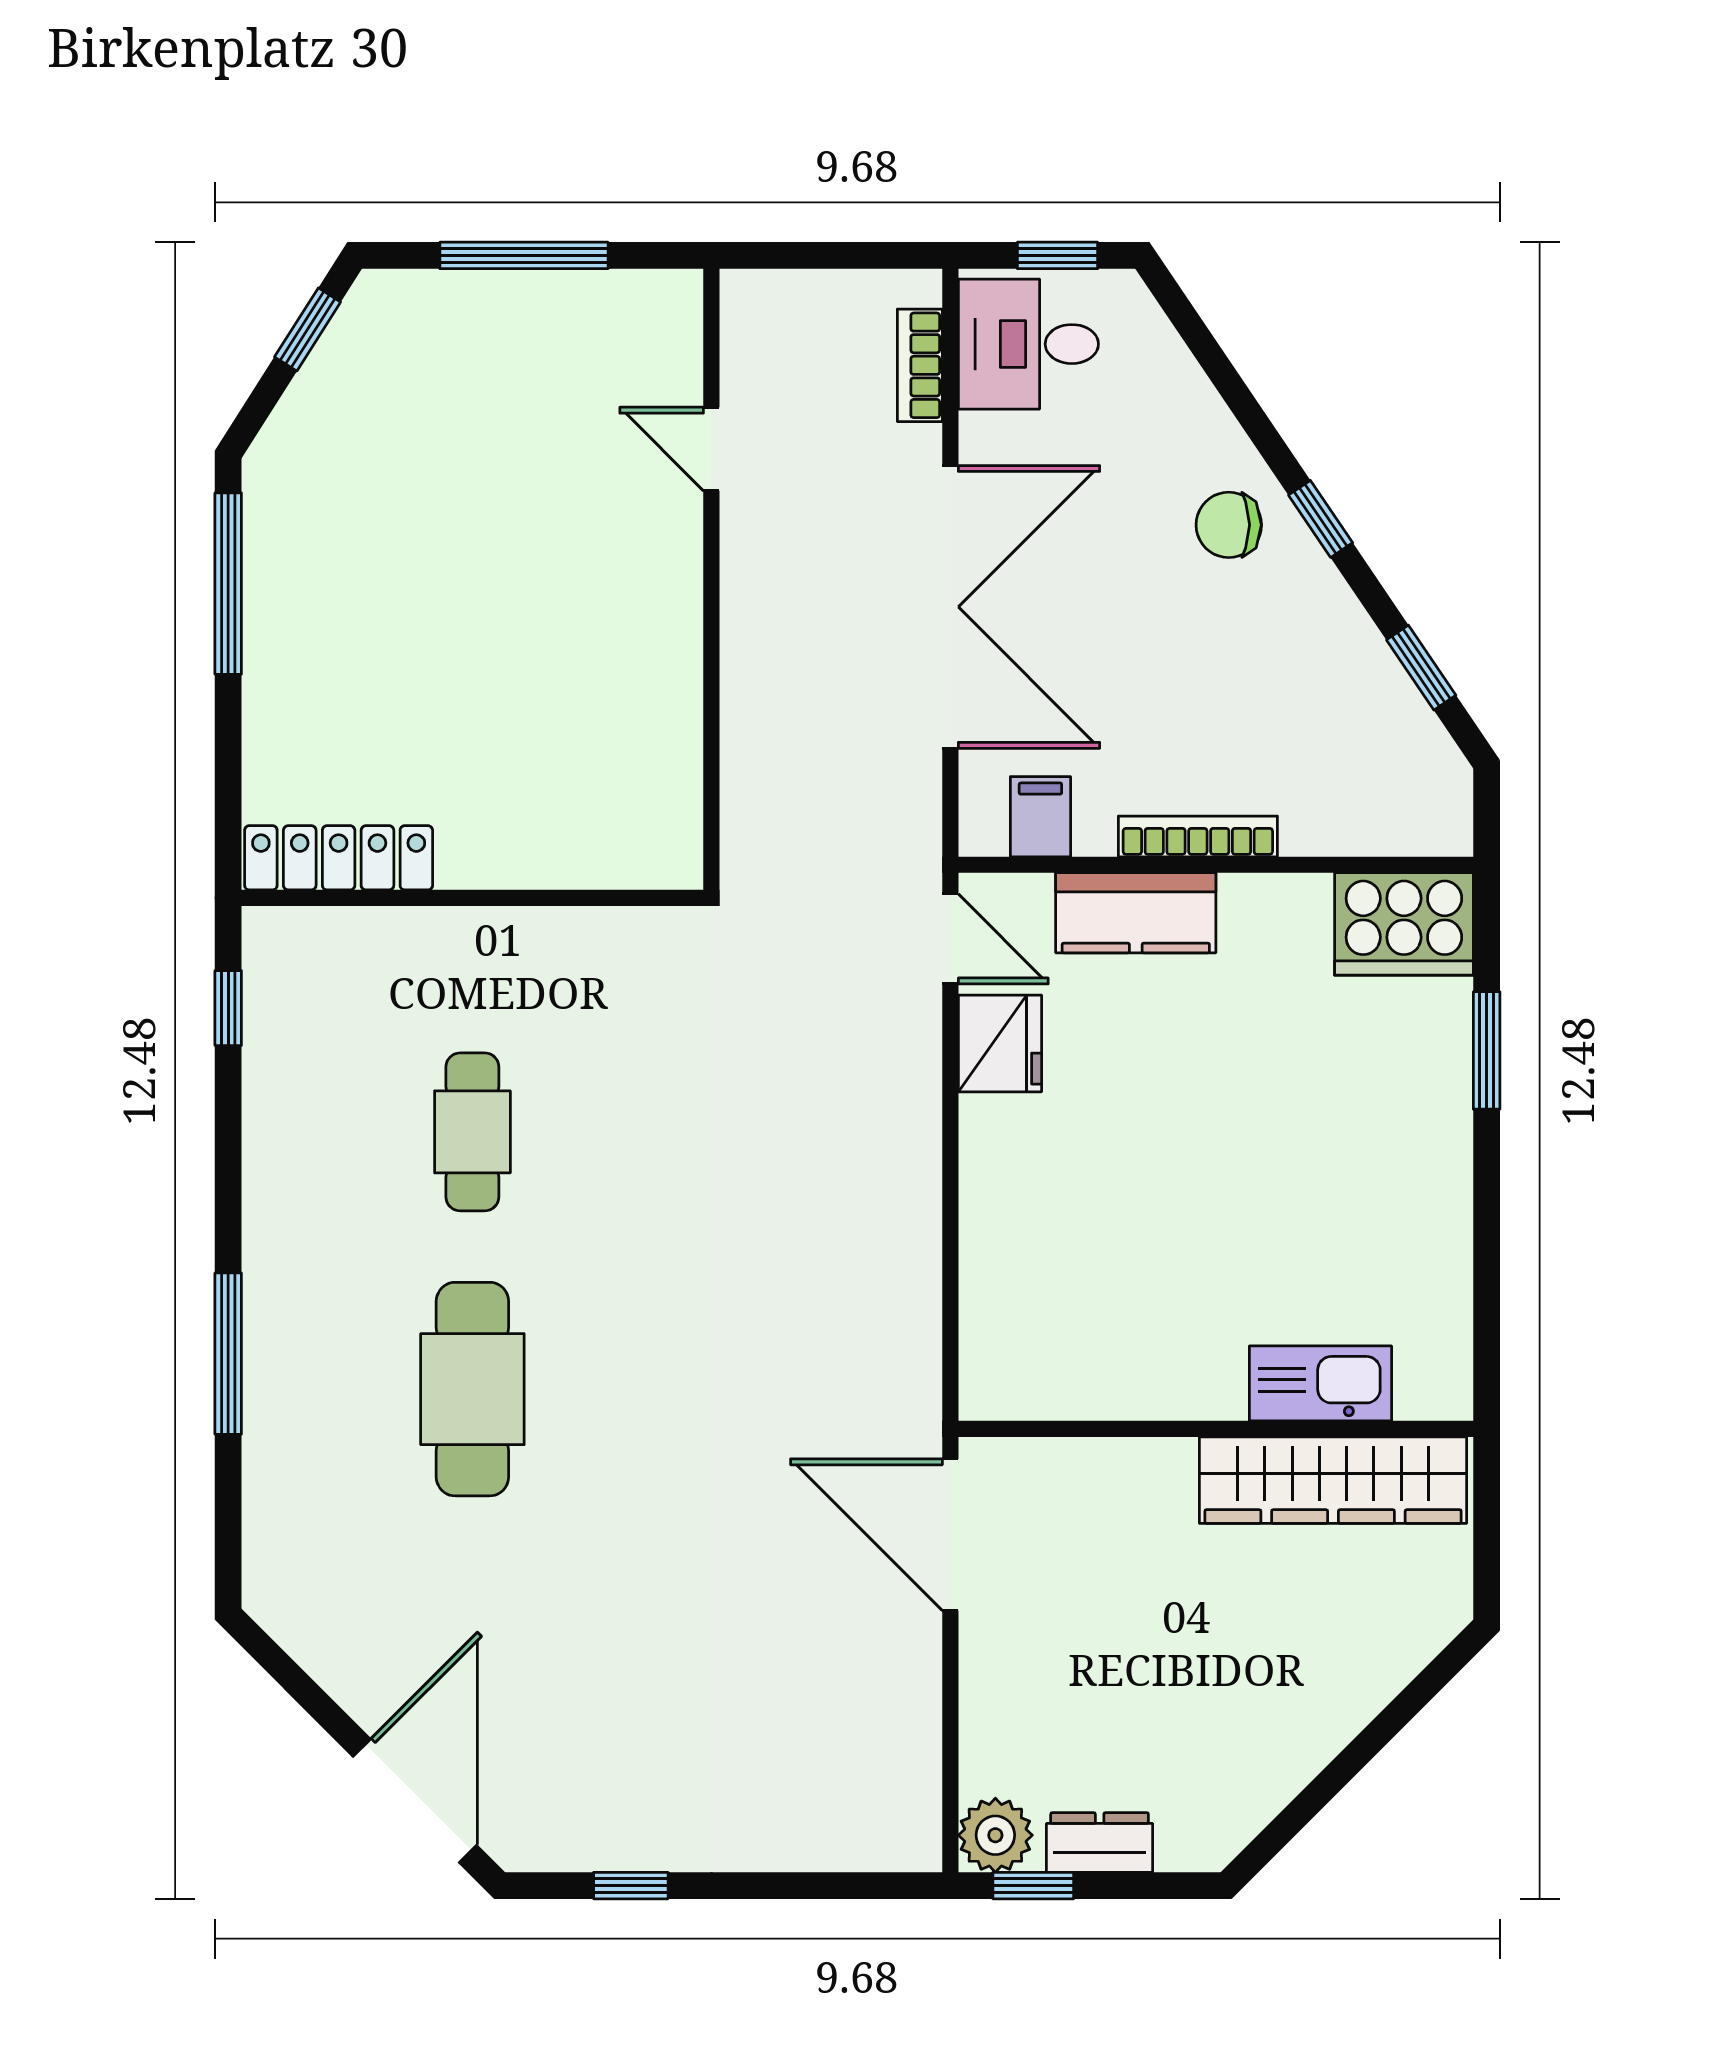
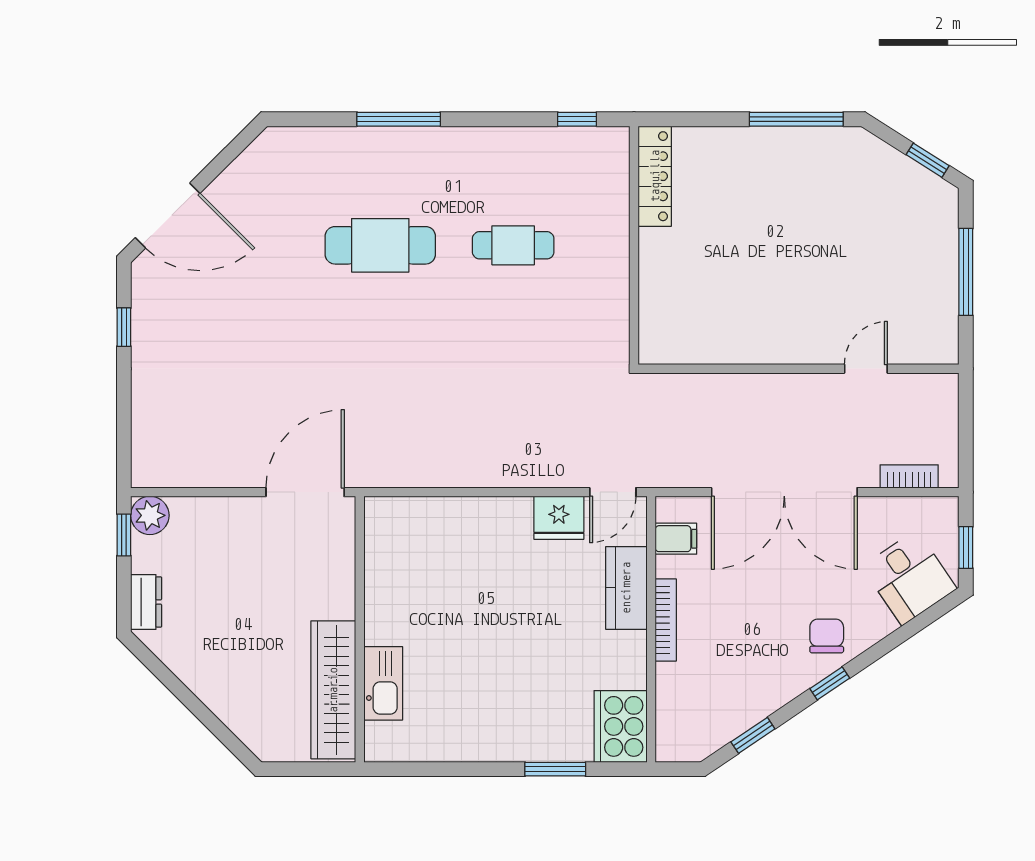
desk: (1028, 344) -> (909, 578), moved, turned 146
dresser: (1100, 1842) -> (146, 602), moved

